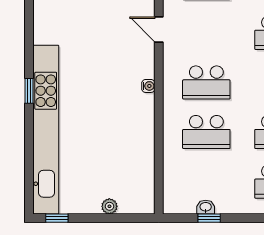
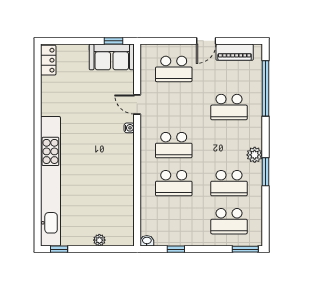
water cooler: (148, 86) -> (129, 128), moved
window: (29, 91) -> (38, 152), removed
washbasin: (206, 207) -> (147, 241), moved

